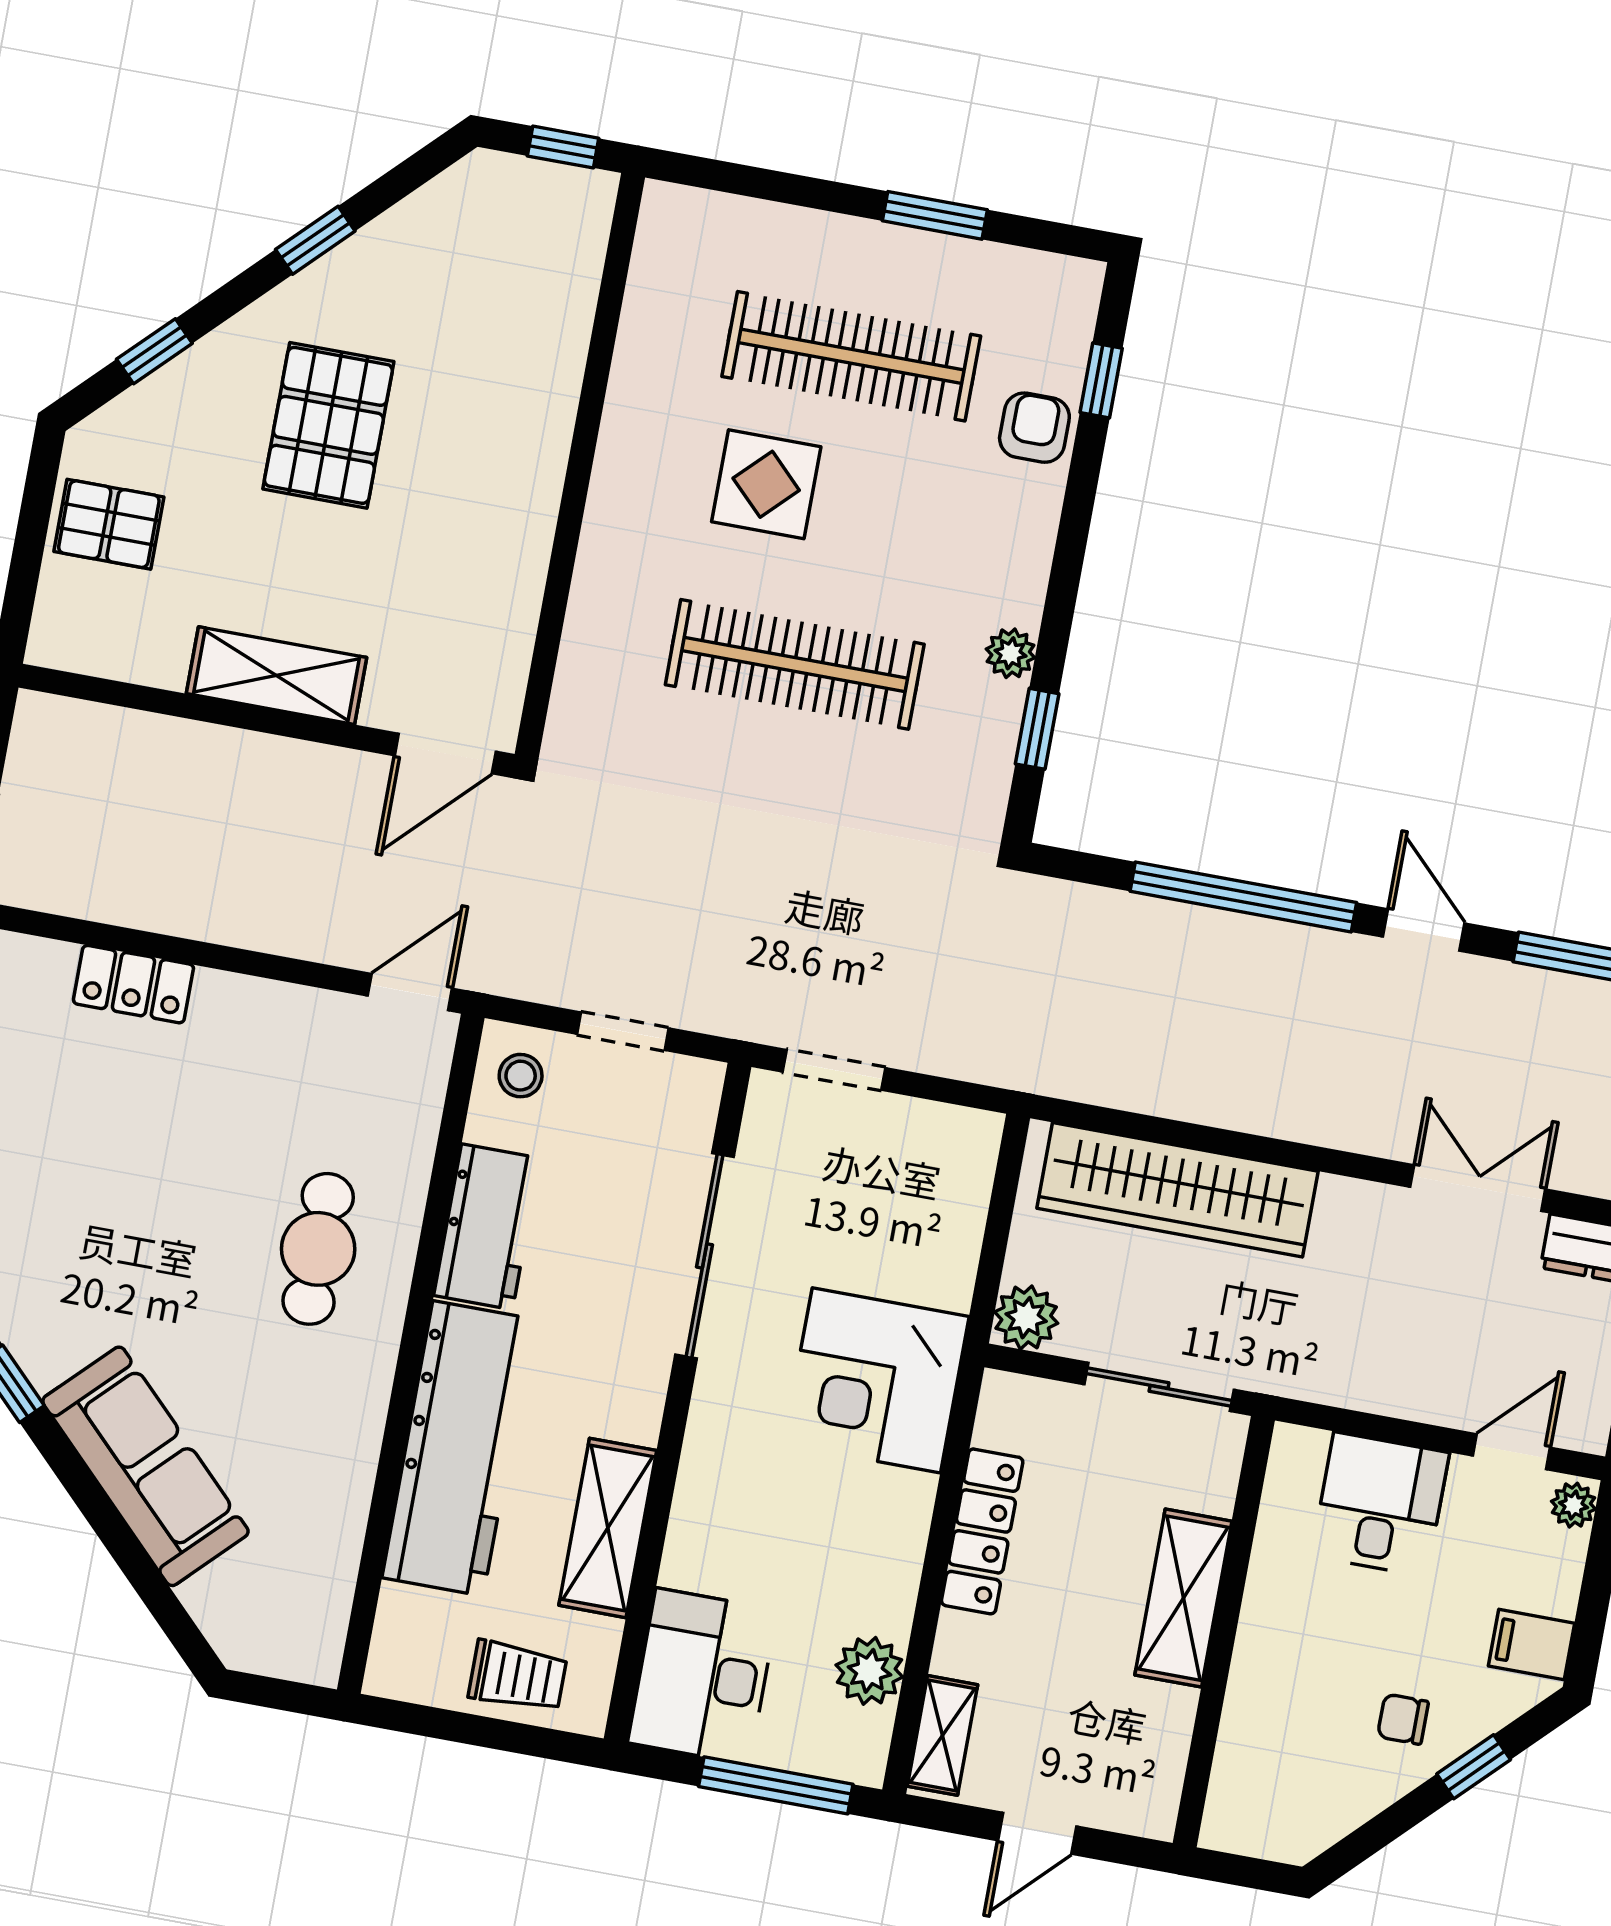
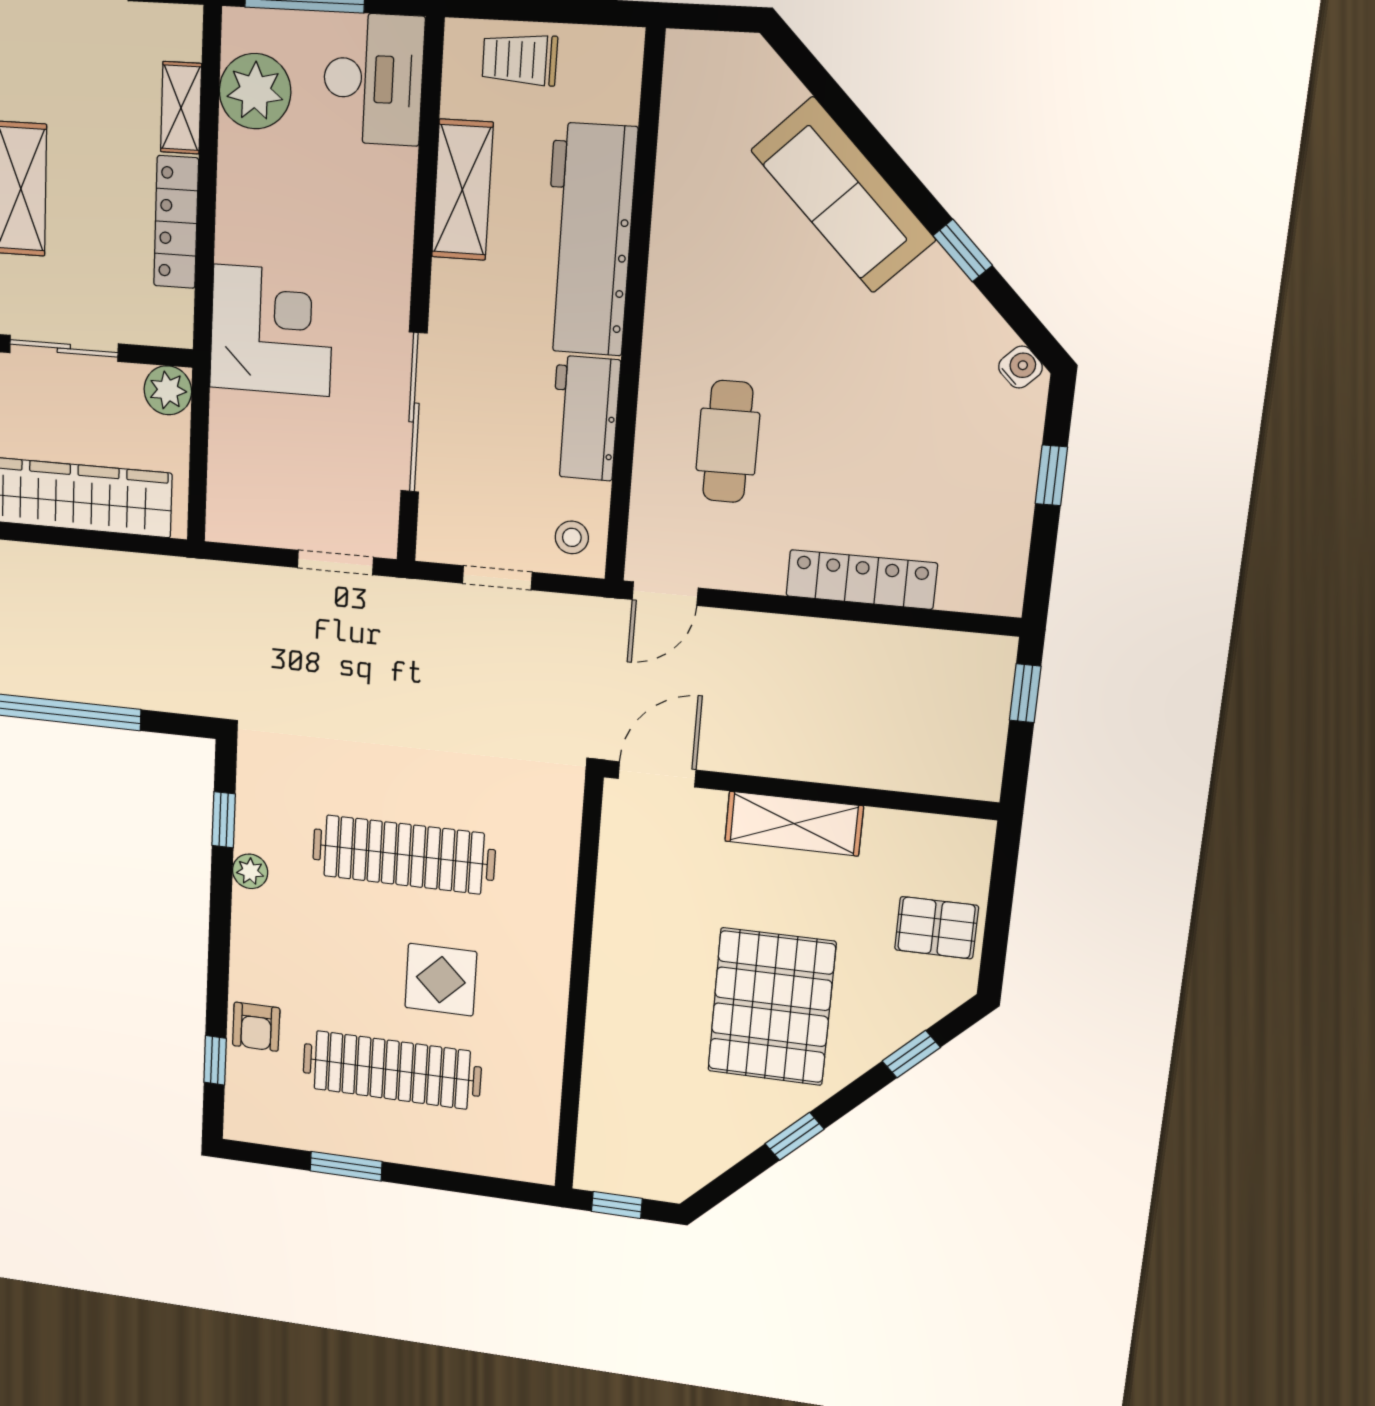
pallet: (328, 425) -> (772, 1007), width x1.37, depth x1.41
locker: (133, 984) -> (861, 579), width x1.53
cafe table: (318, 1249) -> (728, 442), moved
plant: (869, 1671) -> (255, 91), width x1.36, depth x1.36
shelving: (942, 1735) -> (181, 108), moved

